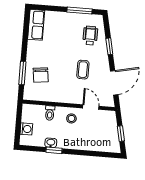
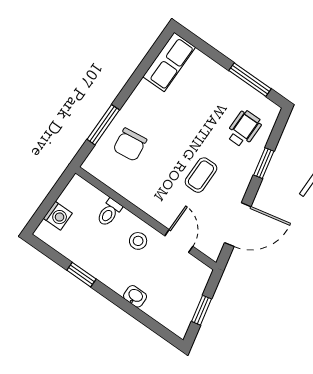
washbasin: (51, 143) -> (135, 296), moved

